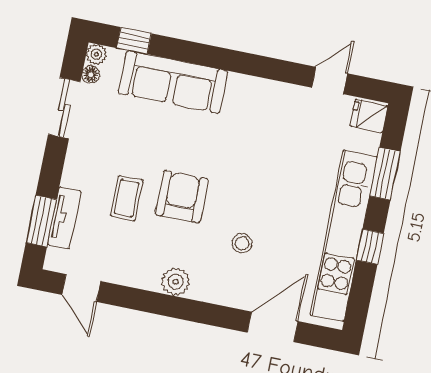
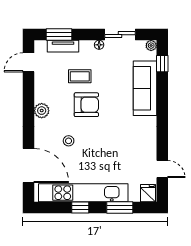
floor lamp: (91, 75) -> (99, 45), moved
door: (273, 327) -> (29, 166), width x1.36

